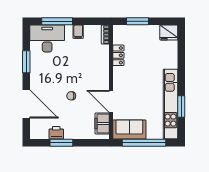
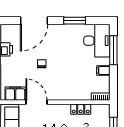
door: (111, 101) -> (36, 102), hinge flipped

